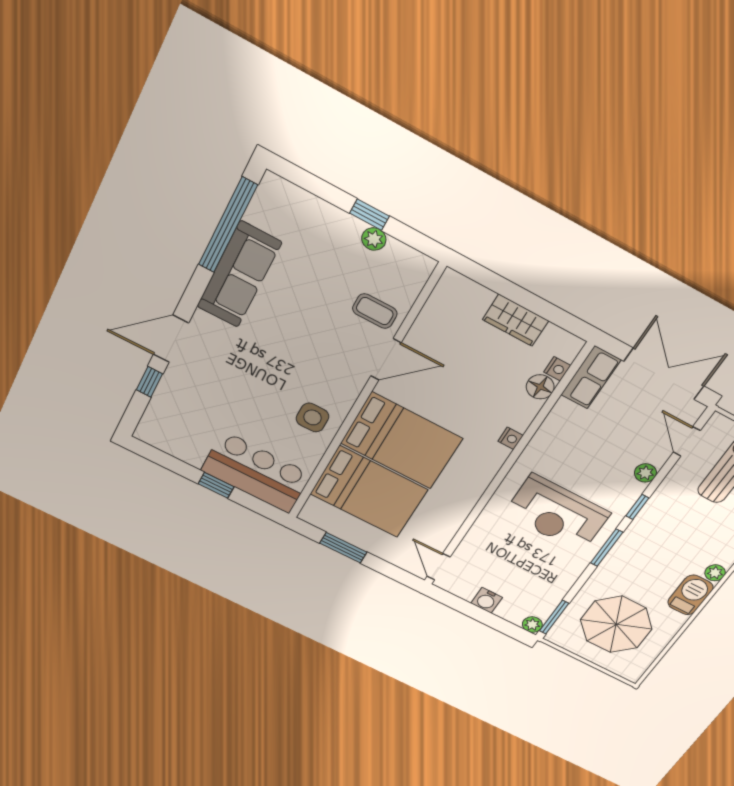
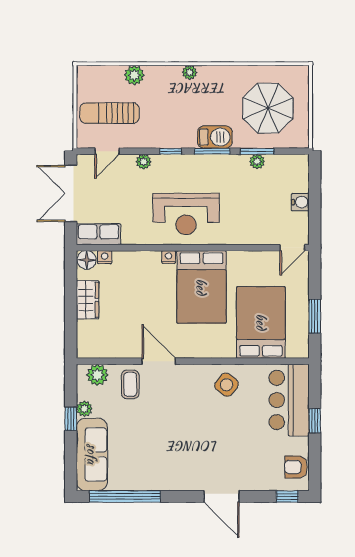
sofa: (239, 275) -> (92, 454), moved, turned 90
plant: (410, 279) -> (97, 375), added
window: (149, 382) -> (287, 496), moved
floor lamp: (540, 387) -> (87, 260), moved
side table: (312, 417) -> (227, 385), turned 38
armchair: (168, 438) -> (296, 467), added
bed: (401, 441) -> (201, 287), moved, turned 180
reception desk: (557, 513) -> (186, 214), moved, turned 90
barbecue: (690, 595) -> (215, 137), moved, turned 180
window: (554, 617) -> (257, 151), moved
plant: (532, 625) -> (257, 162), moved

